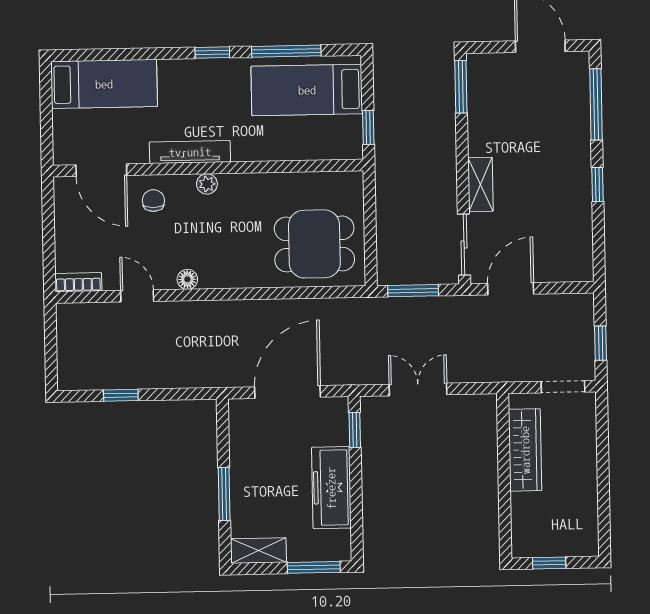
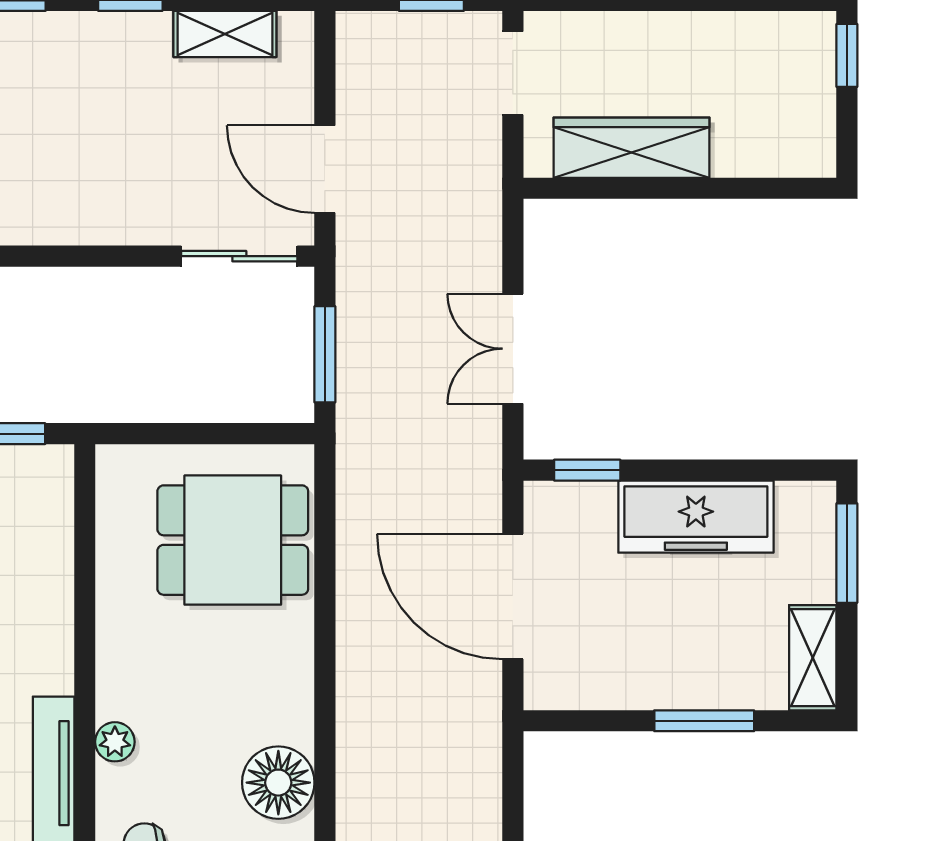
shelving: (481, 184) -> (225, 34), moved
dining table: (314, 244) -> (233, 540), turned 90
floor lamp: (187, 279) -> (278, 783), width x1.89, depth x1.89
window: (549, 563) -> (847, 55), moved

